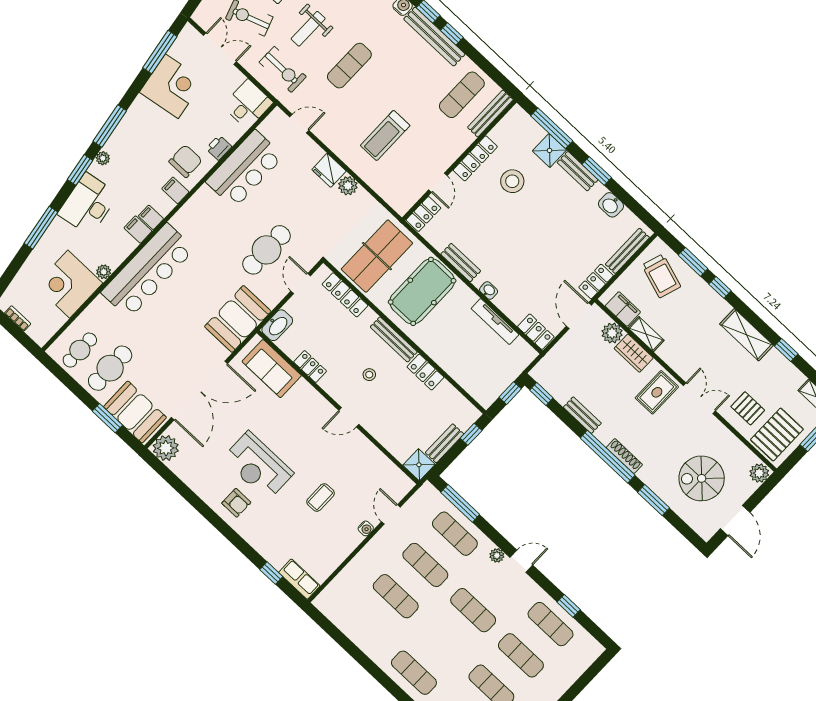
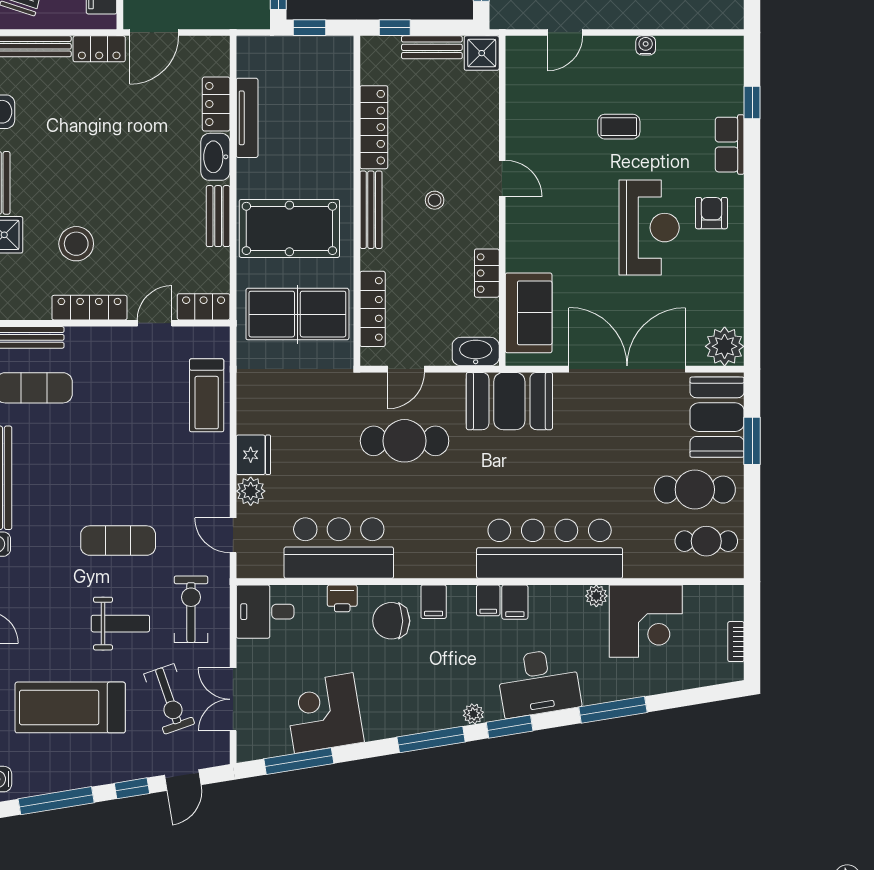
treadmill: (385, 135) -> (207, 395), moved, turned 90
plant: (348, 186) -> (251, 491), moved
washbasin: (489, 291) -> (215, 157), width x1.91, depth x1.45
locker: (536, 332) -> (216, 104), moved
locker: (425, 372) -> (374, 127), width x1.53
water cooler: (366, 528) -> (646, 45), moved
row of seats: (299, 579) -> (730, 145), moved

